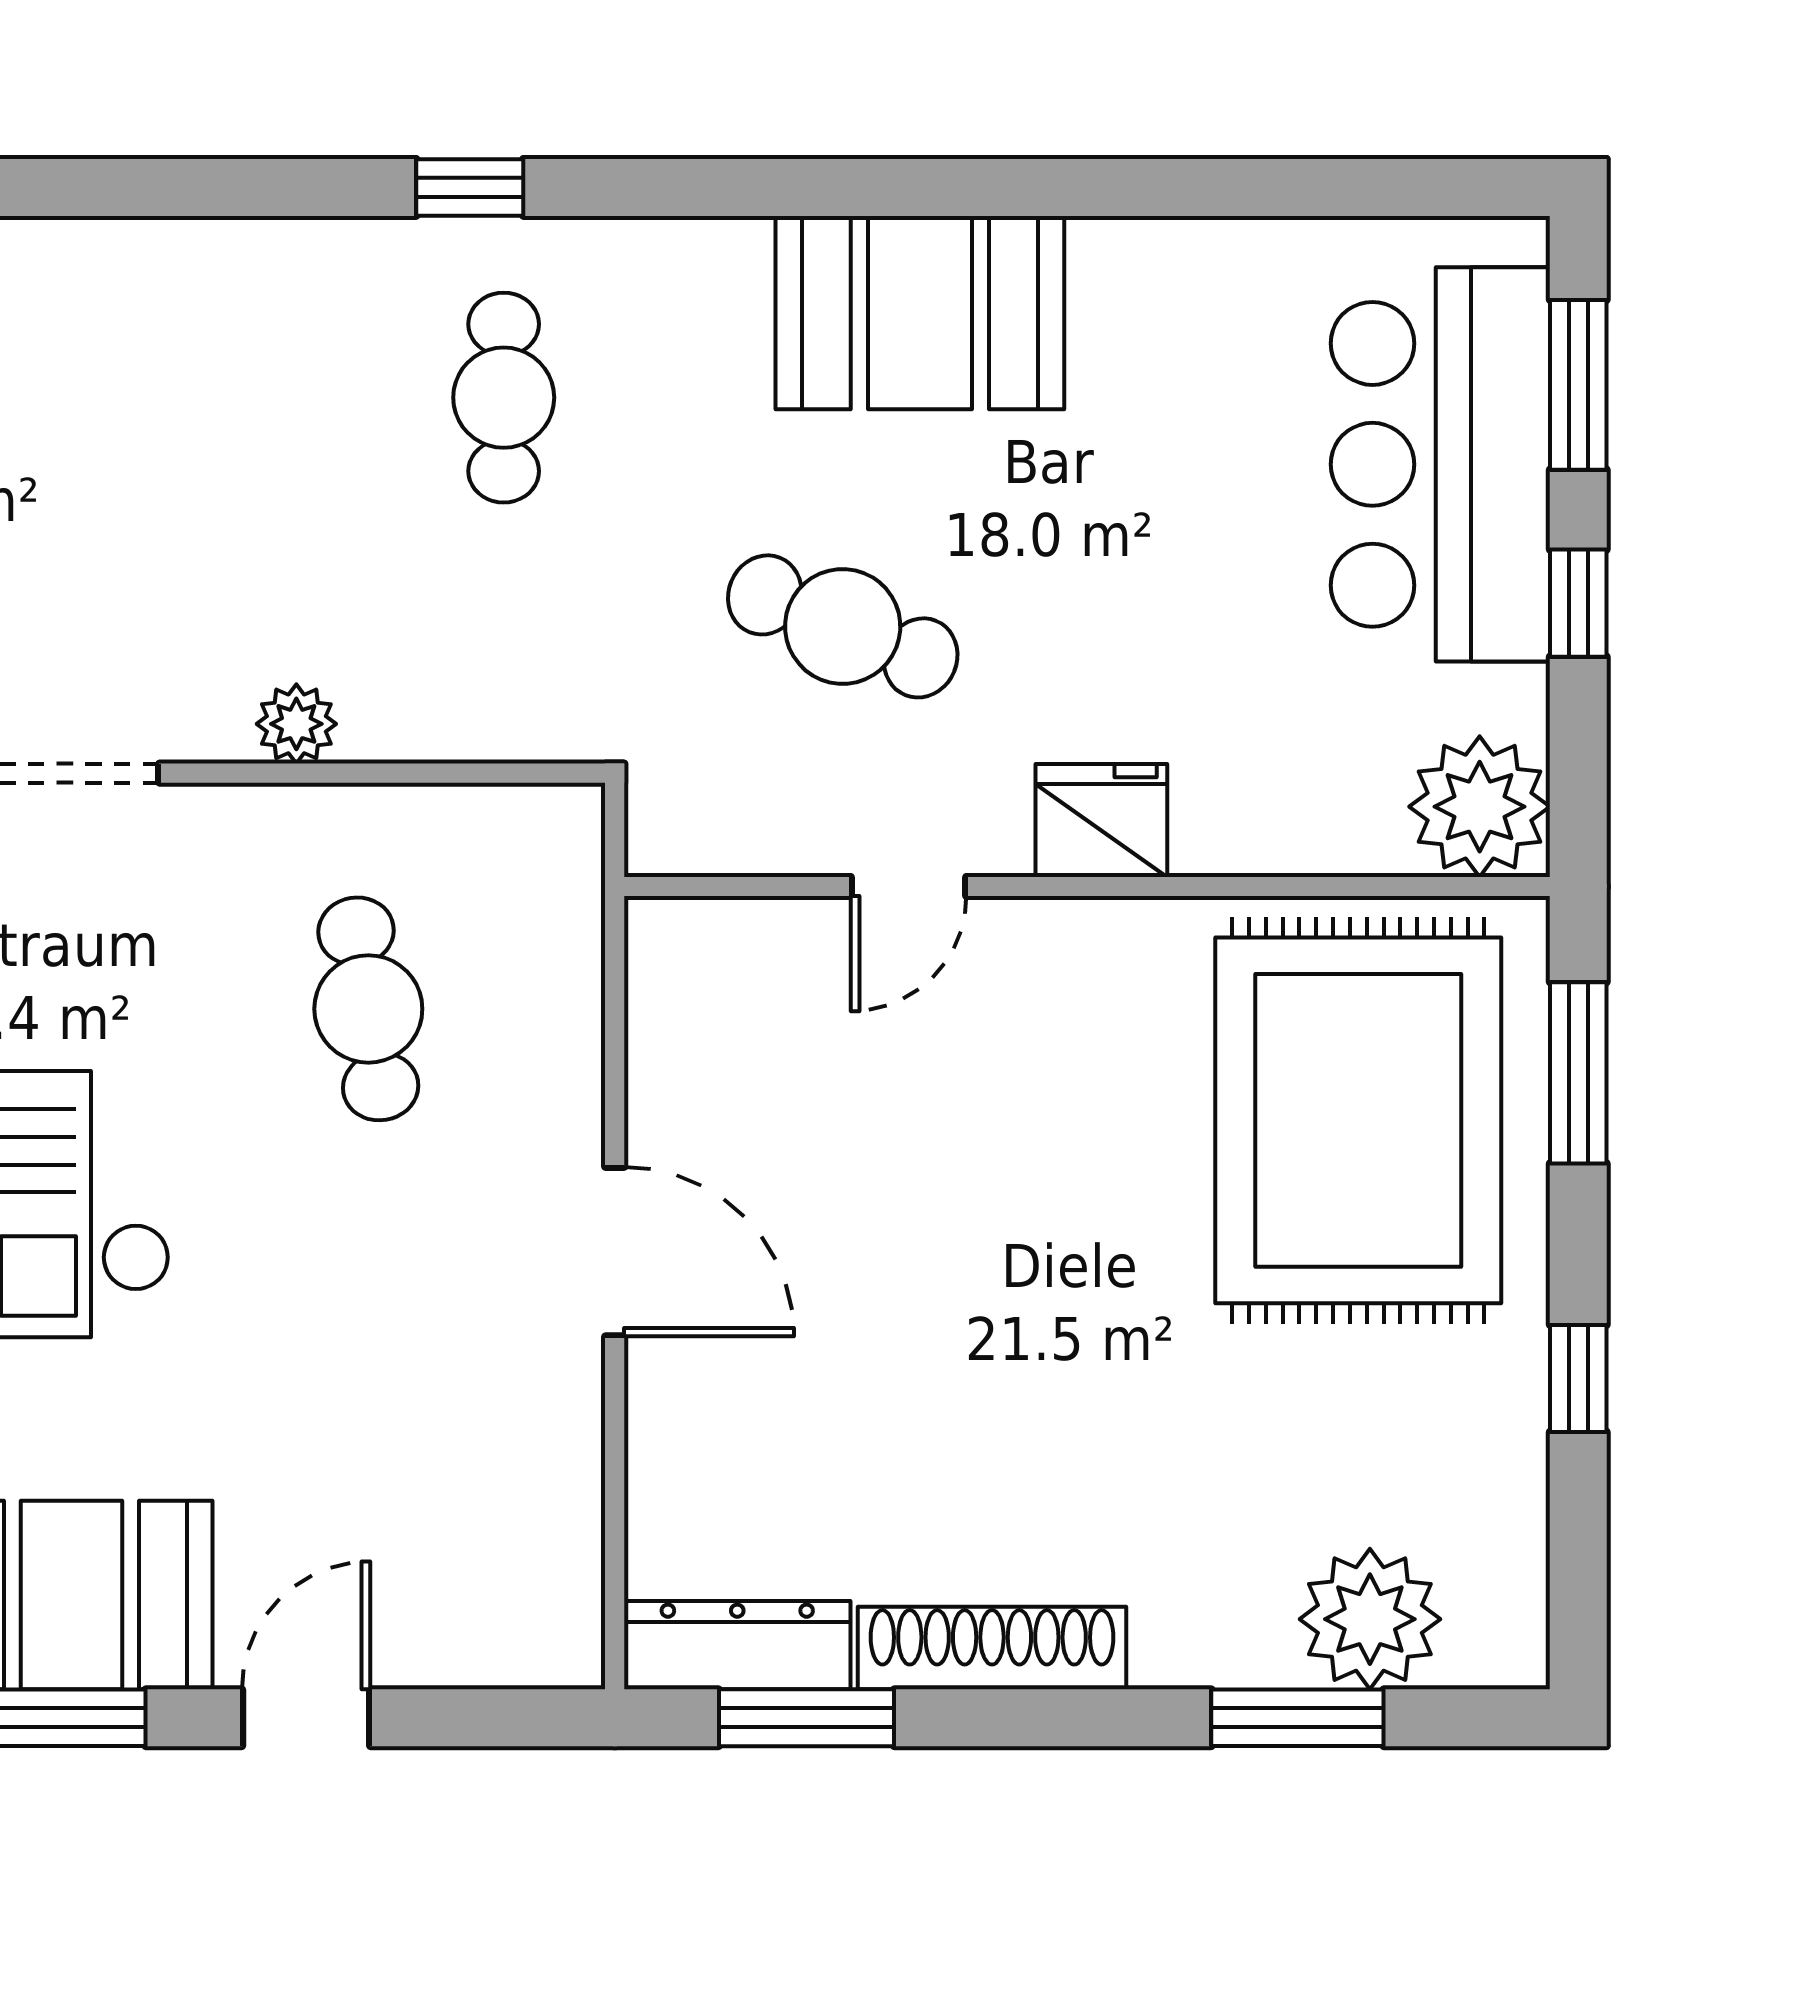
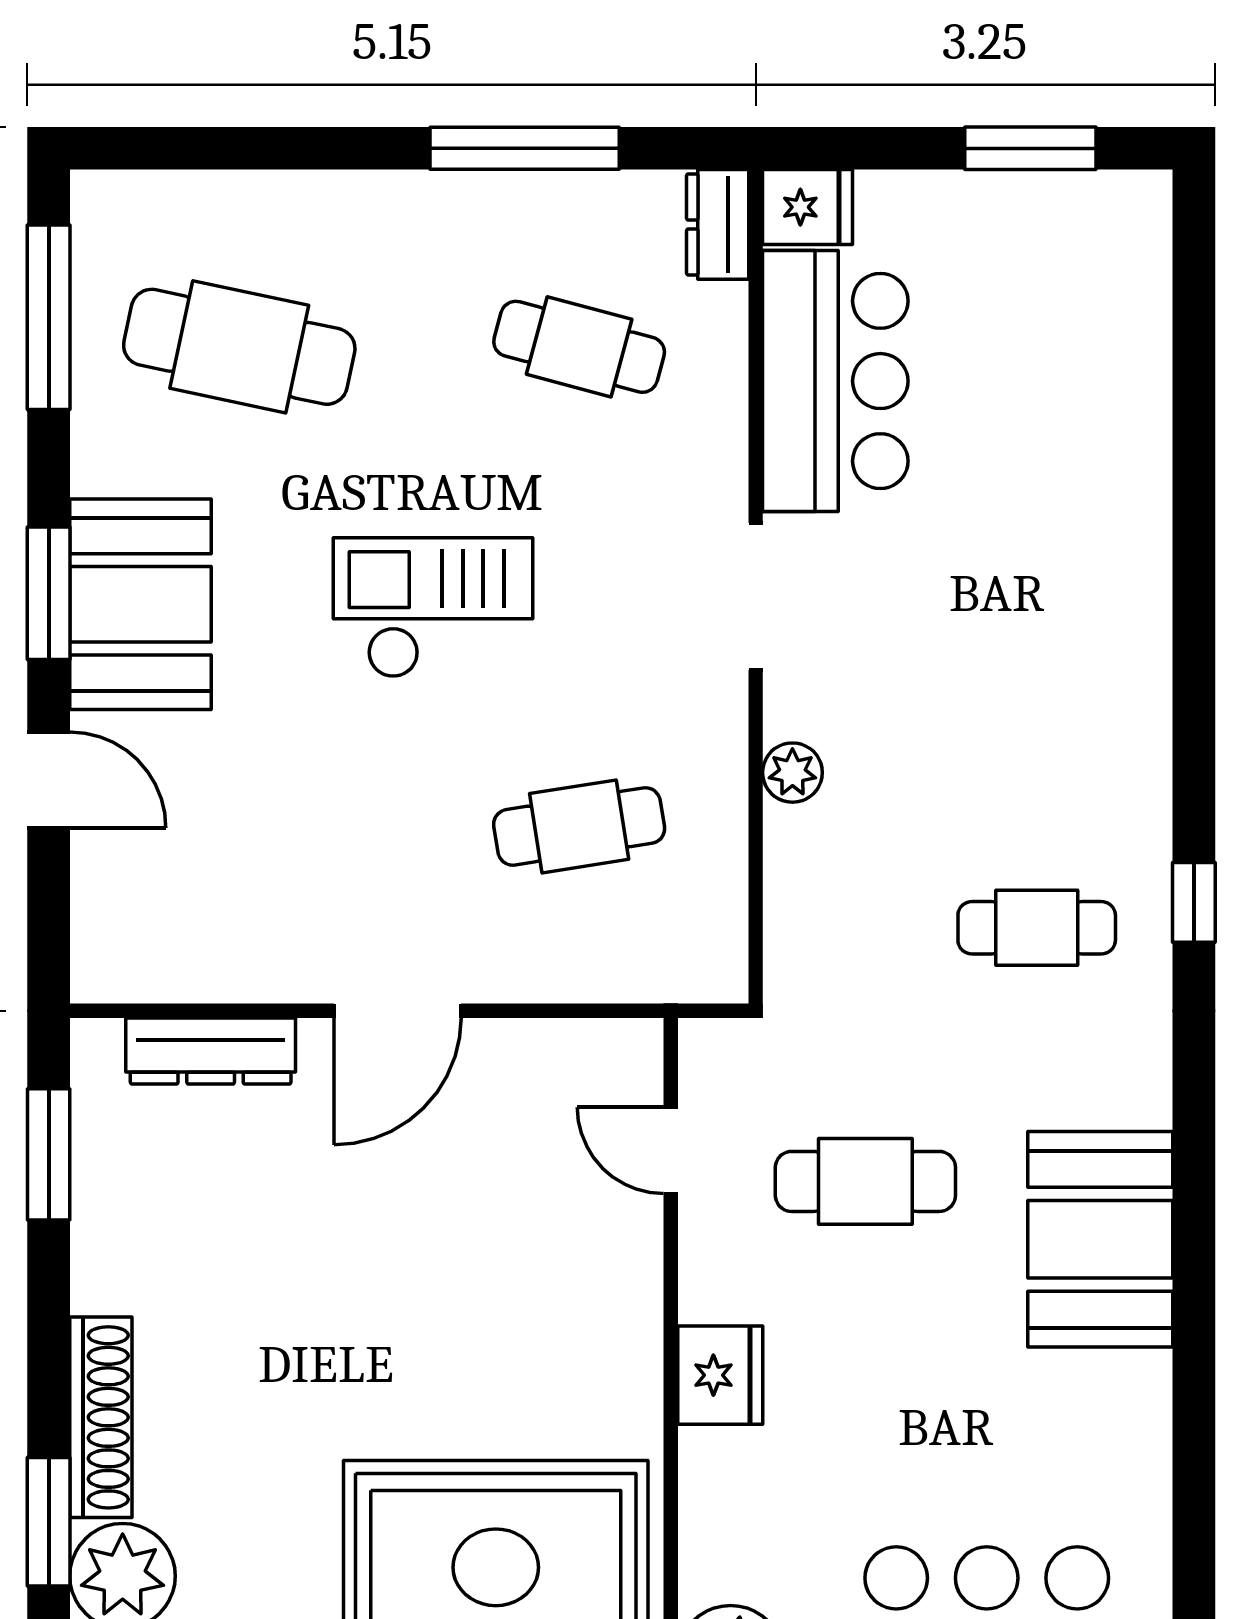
cafe table: (843, 626) -> (865, 1181), turned 68
door: (909, 886) -> (671, 1150), moved
dresser: (737, 1645) -> (211, 1051), moved, turned 90
shoe rack: (992, 1648) -> (101, 1417), moved

